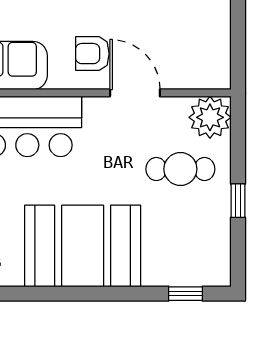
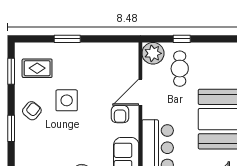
window: (238, 201) -> (182, 39), moved

